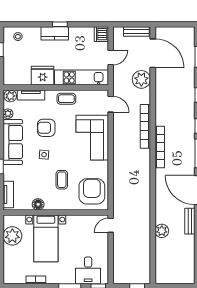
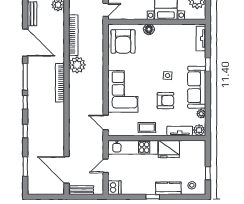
kitchen counter: (55, 33) -> (168, 188), moved
plant: (141, 79) -> (77, 65), moved
bookcase: (145, 126) -> (73, 35), moved
coffee table: (62, 180) -> (151, 52), removed
floor lamp: (38, 204) -> (149, 29), moved

